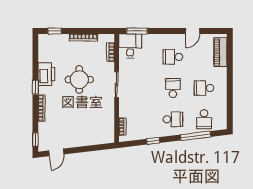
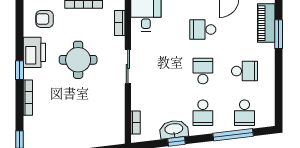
armchair: (54, 49) -> (45, 19), added
window: (230, 60) -> (279, 34), added
school desk: (204, 88) -> (244, 71), turned 180
school desk: (173, 119) -> (203, 113), turned 90
washbasin: (151, 132) -> (174, 129), added

